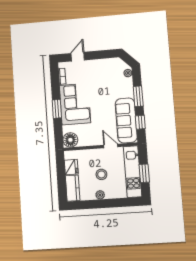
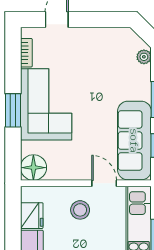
stool: (101, 174) -> (80, 210), moved

